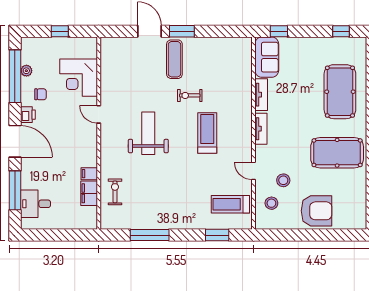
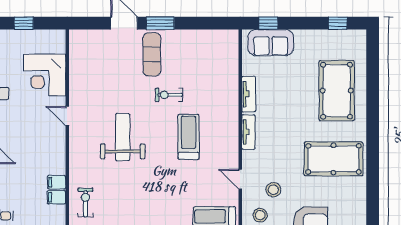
sofa: (267, 57) -> (271, 43), moved, turned 90
filing cabinet: (89, 193) -> (56, 197), width x0.50

